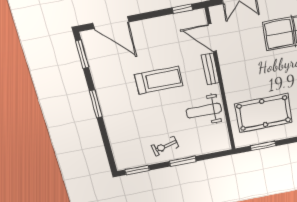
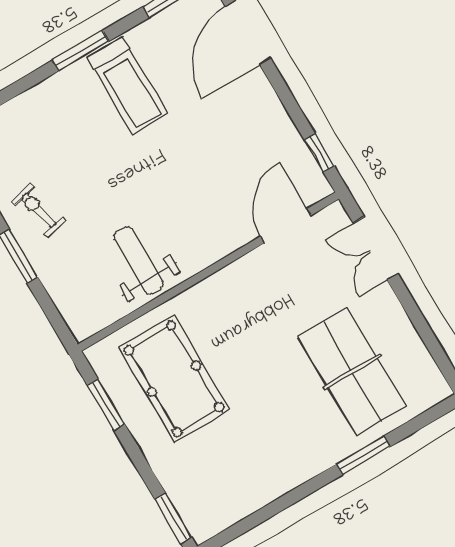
bench: (210, 69) -> (225, 244), removed
treadmill: (159, 80) -> (128, 85), moved

